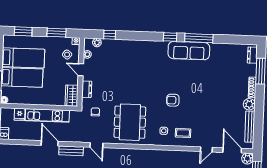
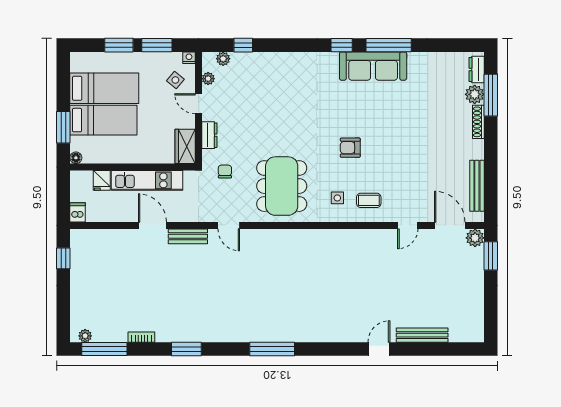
window: (23, 31) -> (119, 45), moved
plant: (249, 104) -> (475, 94), moved

